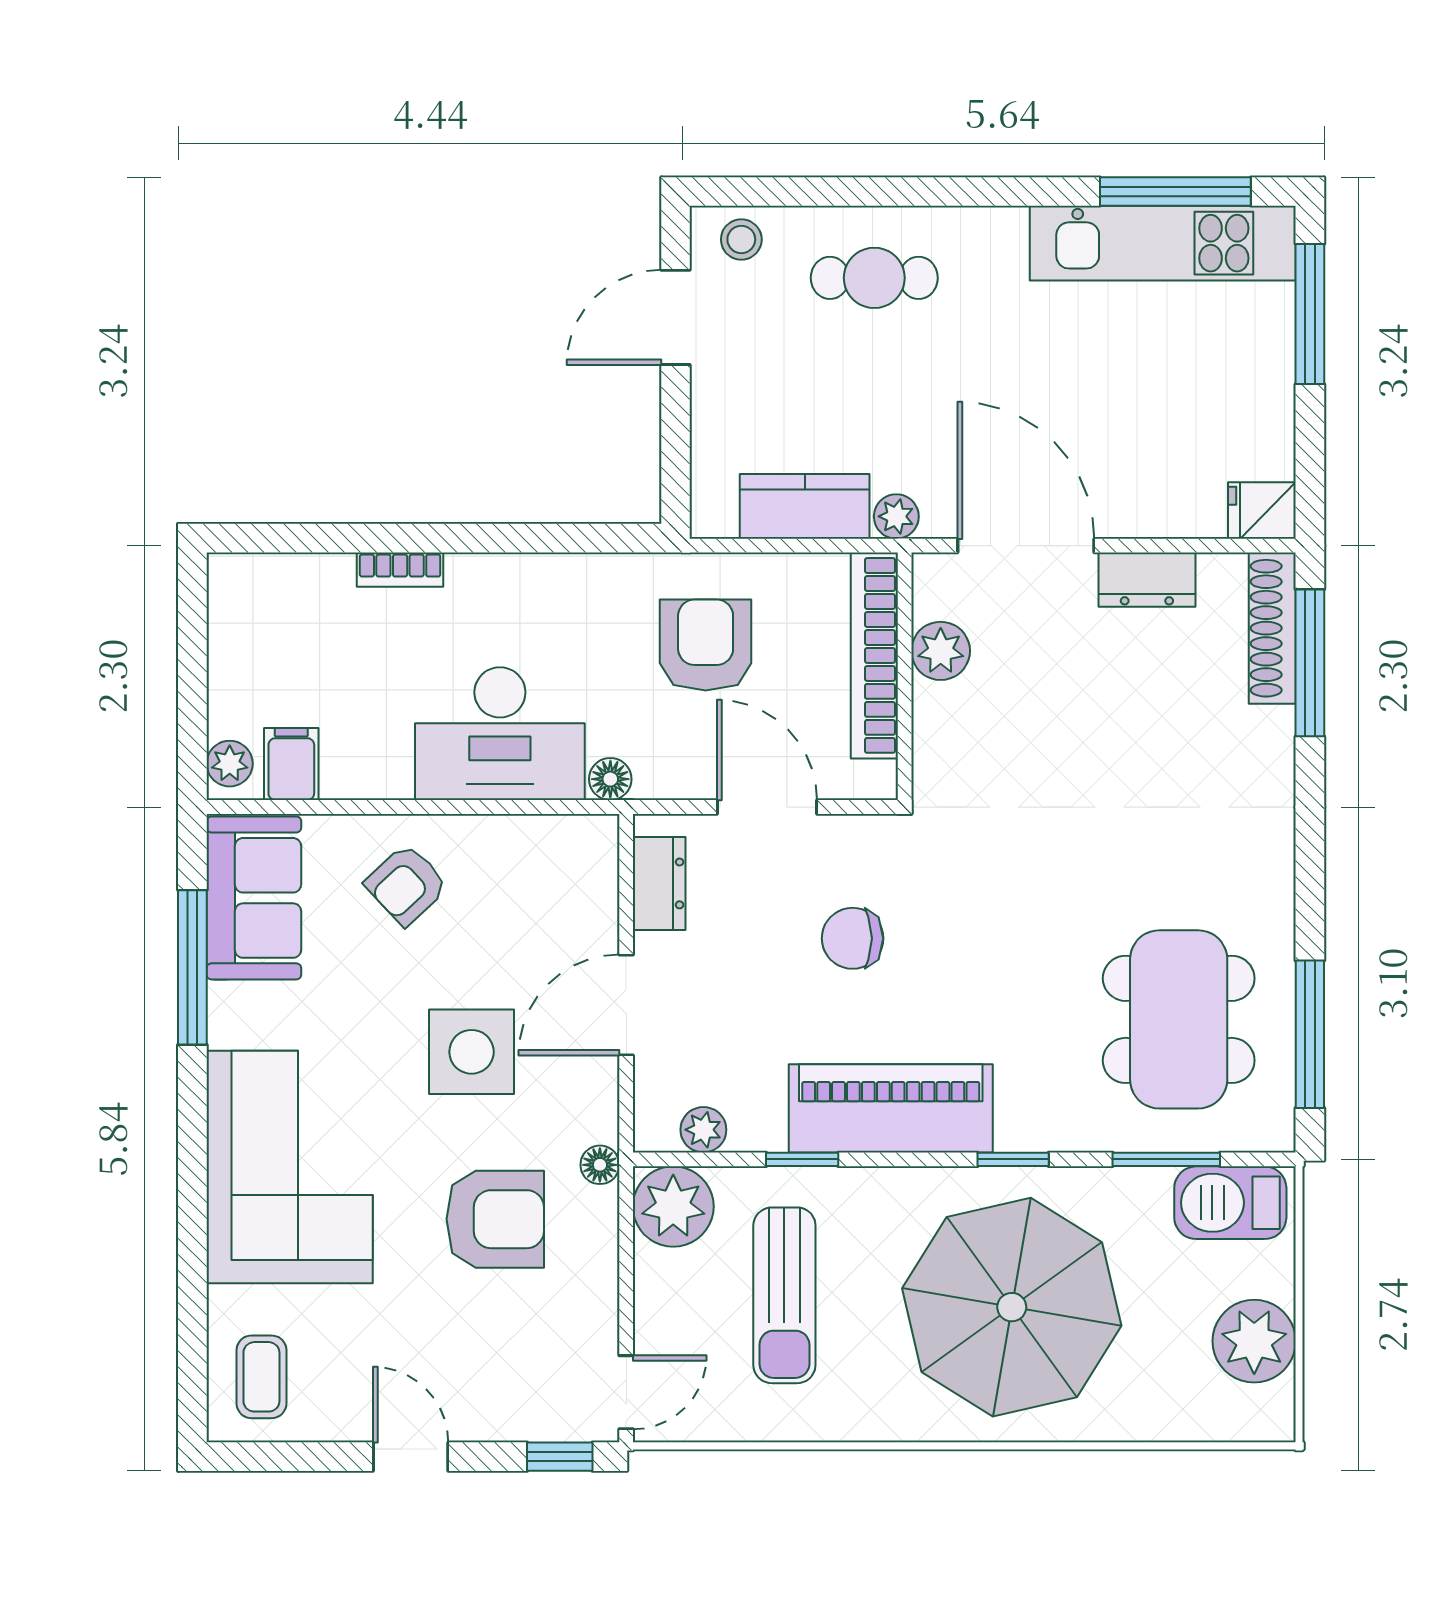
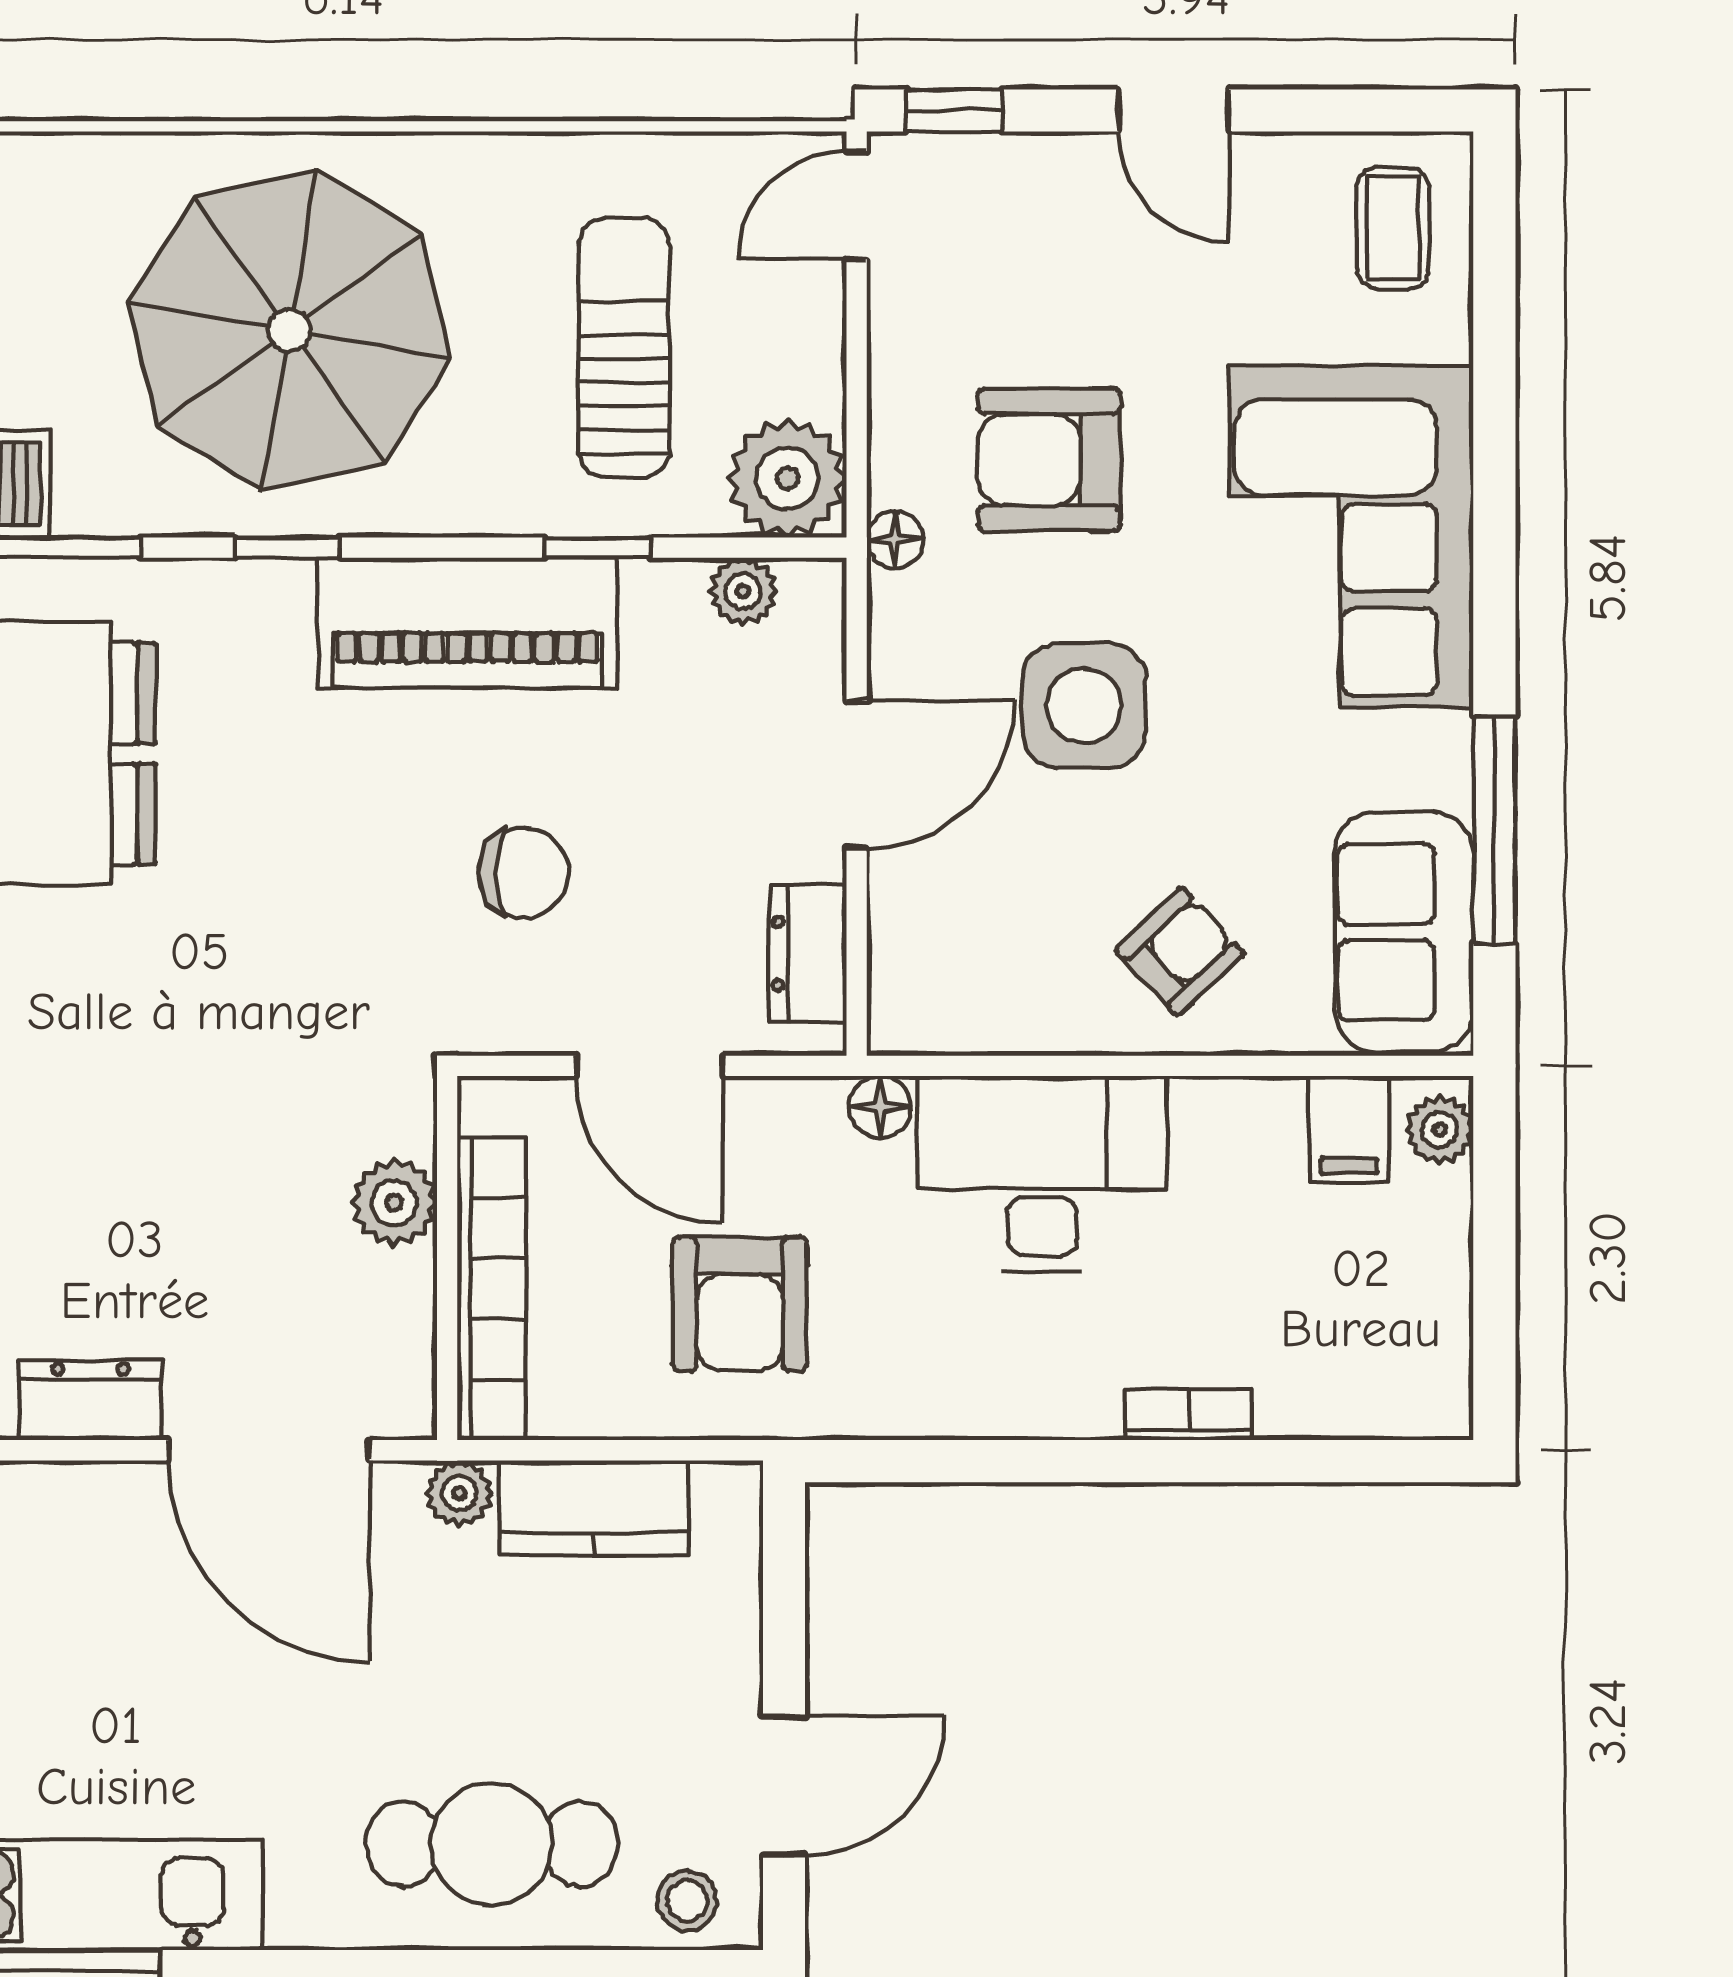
cafe table: (874, 278) -> (492, 1844), width x1.37, depth x1.35
plant: (941, 651) -> (394, 1203), moved

